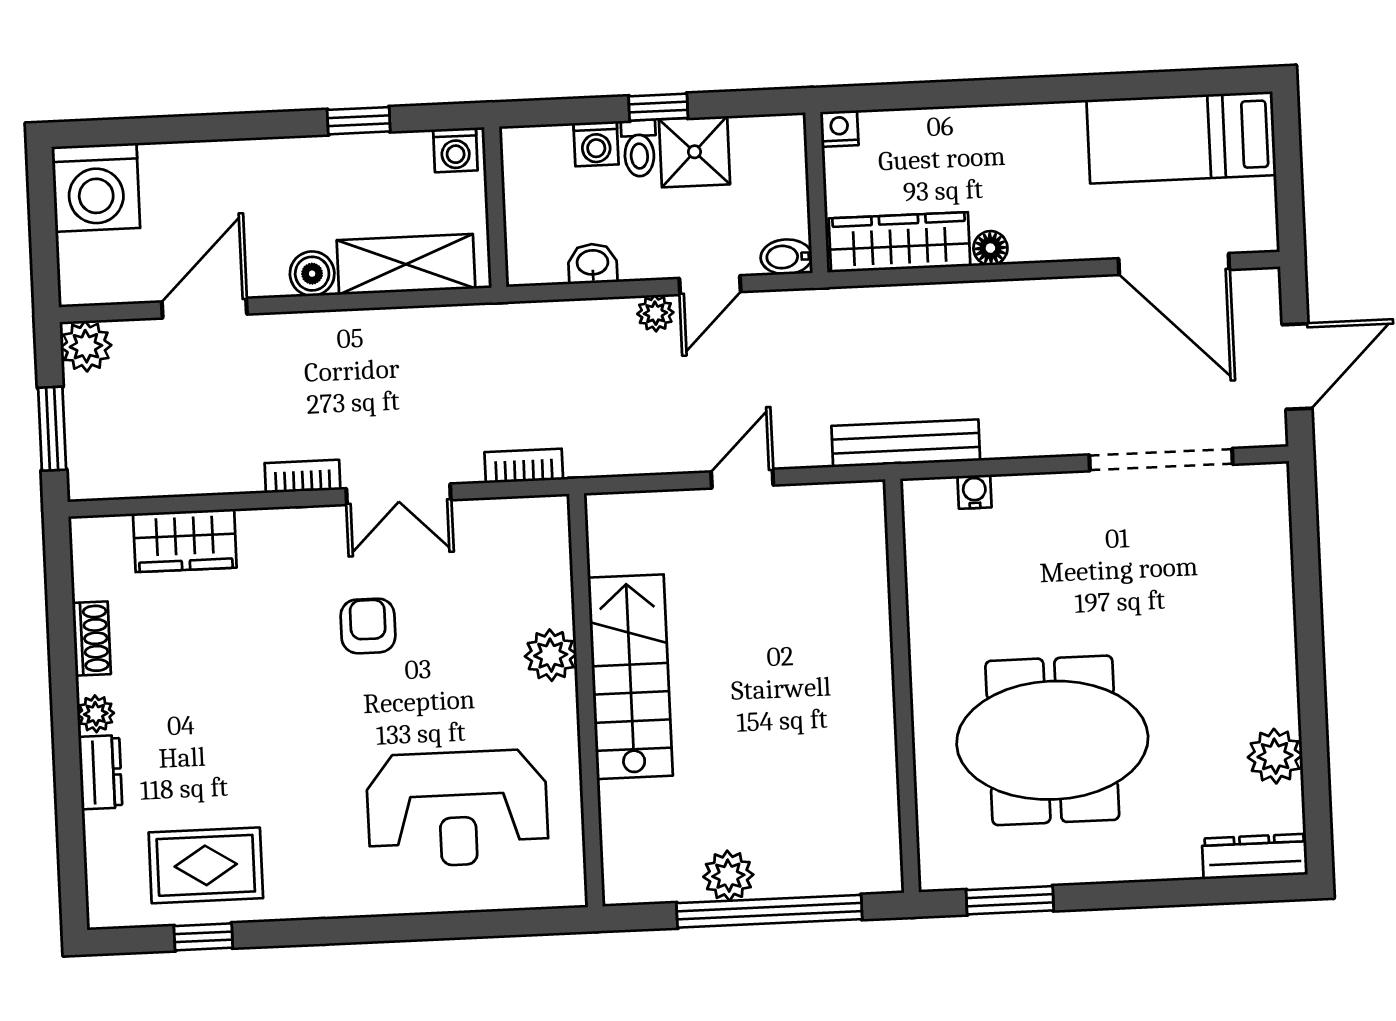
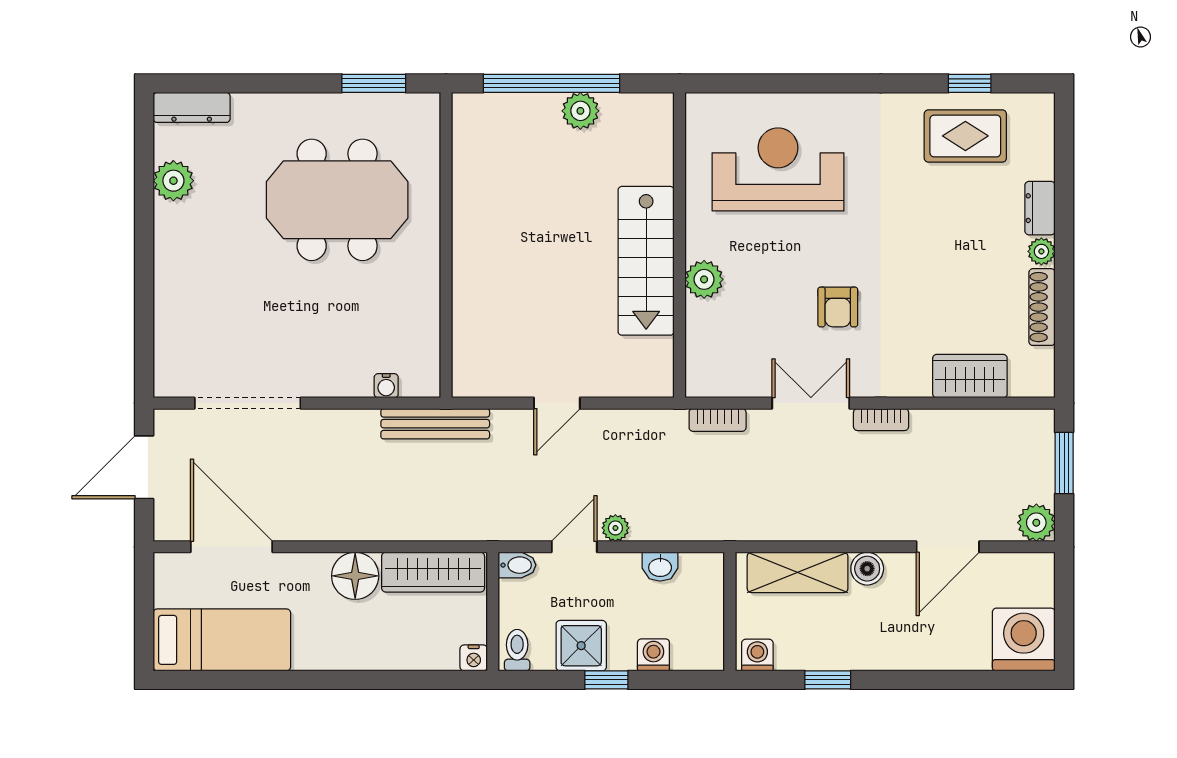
toilet: (639, 148) -> (517, 650), moved
floor lamp: (990, 248) -> (355, 576), width x1.89, depth x1.89
shoe rack: (92, 638) -> (1042, 307), width x1.43

